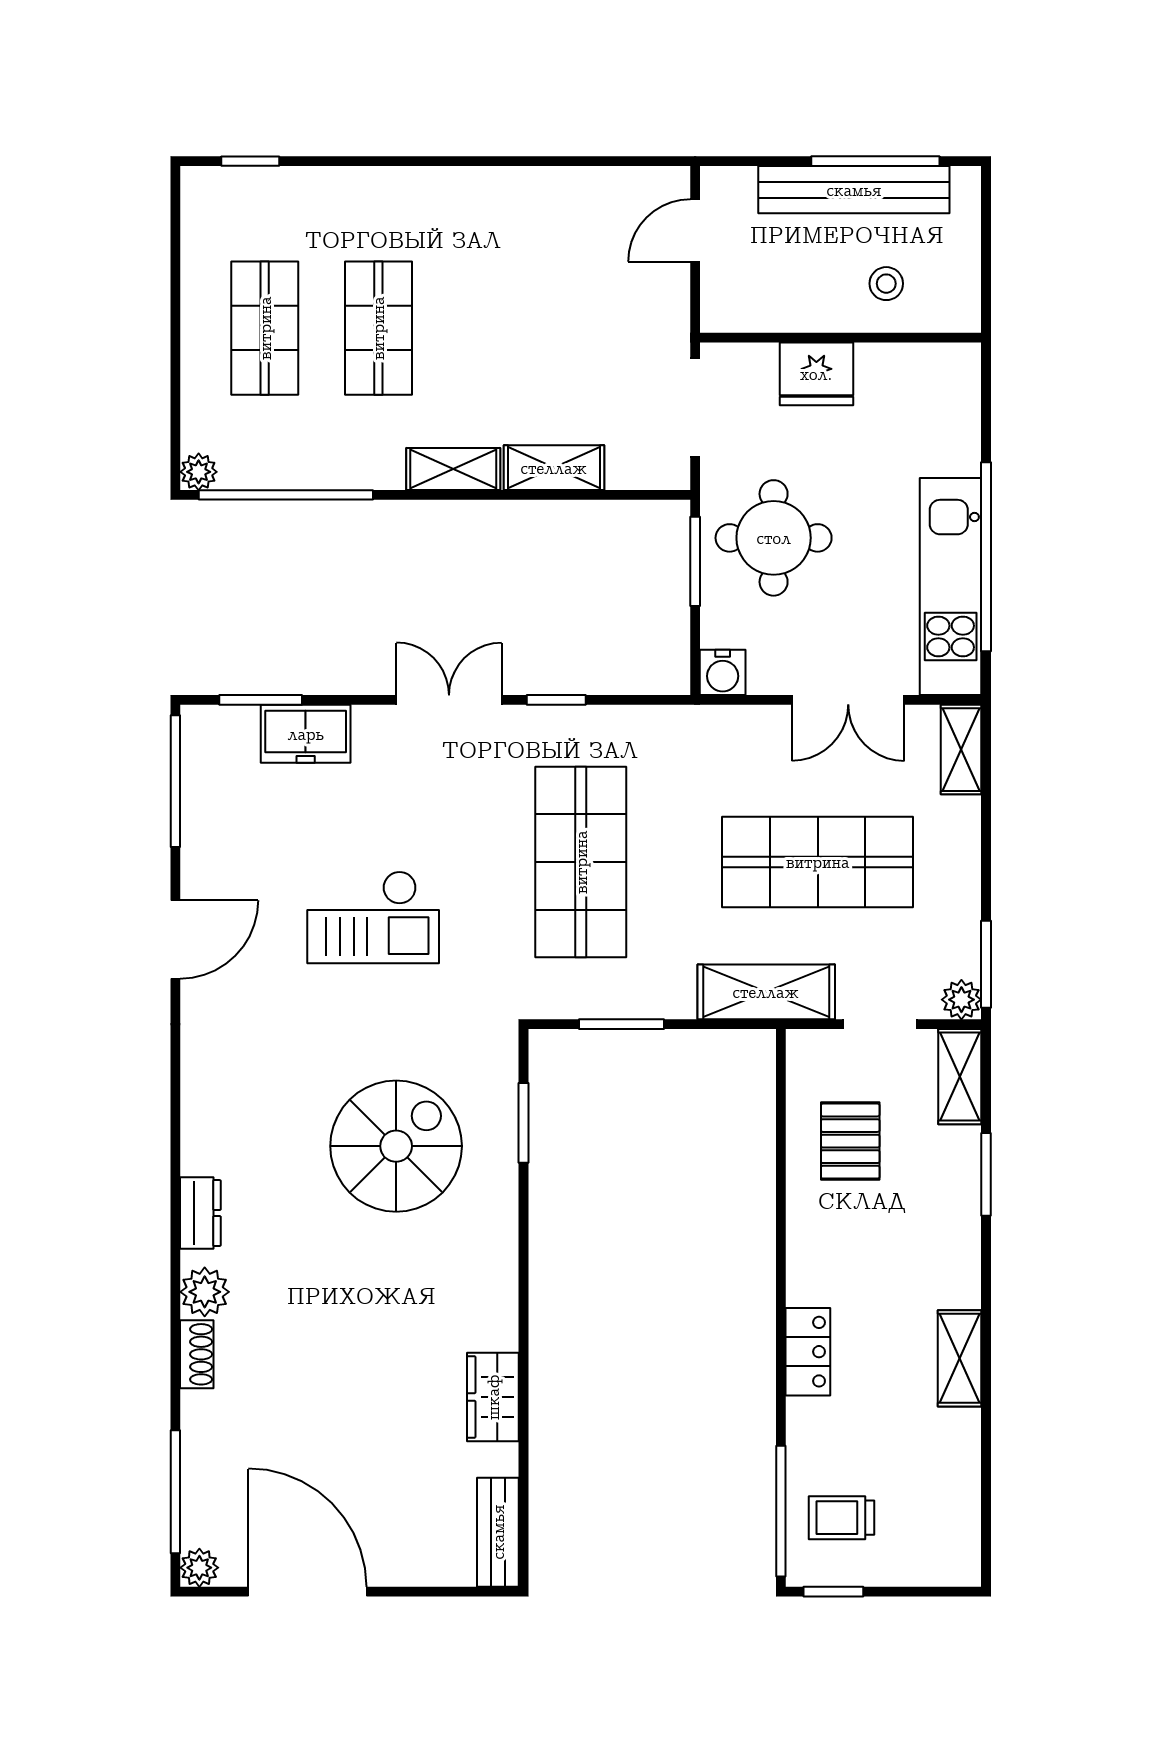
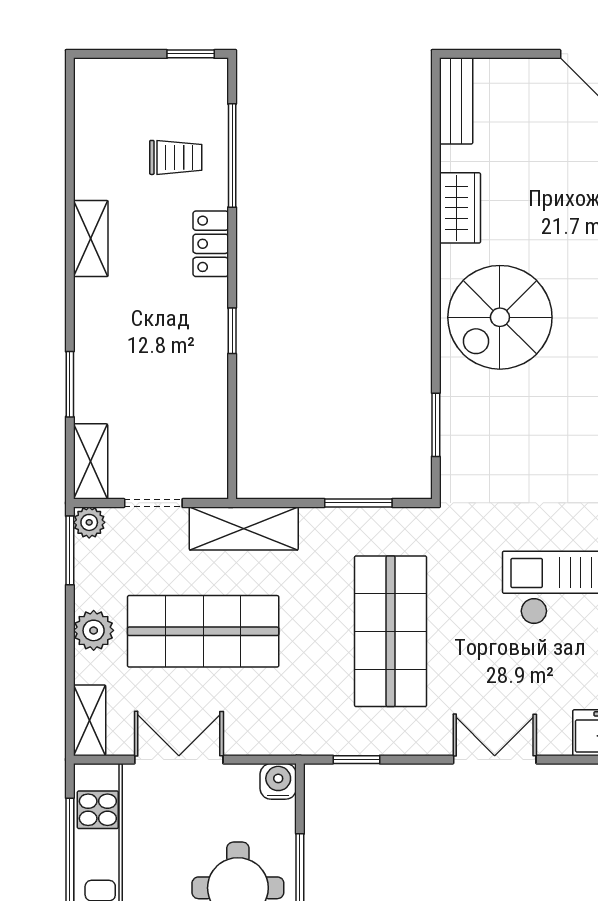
double door: (449, 700) -> (495, 760), swing flipped
window: (556, 700) -> (356, 760), moved
plant: (956, 863) -> (94, 630), added
pallet: (850, 1141) -> (177, 410), removed
spiral stairs: (396, 1146) -> (500, 317), moved
window: (781, 1242) -> (232, 331), added
window: (781, 1511) -> (232, 156), moved
trolley: (842, 1518) -> (176, 157), moved

